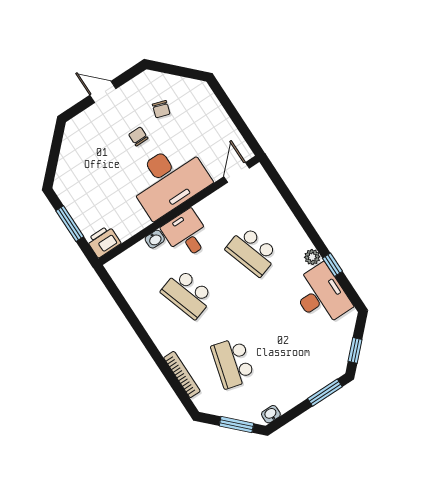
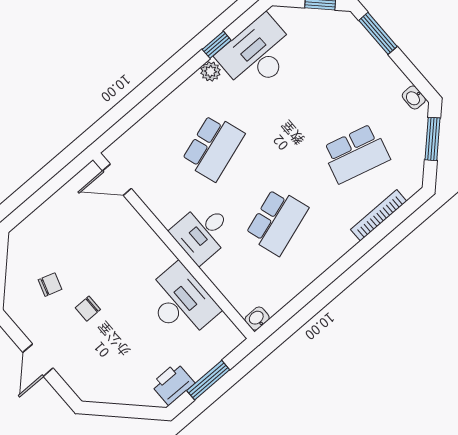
desk: (169, 180) -> (181, 302), moved, width x0.73, depth x0.77
washbasin: (155, 239) -> (257, 319), moved, turned -90
printer: (104, 241) -> (173, 384), moved, turned 90

